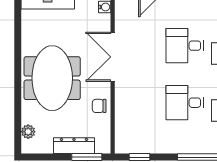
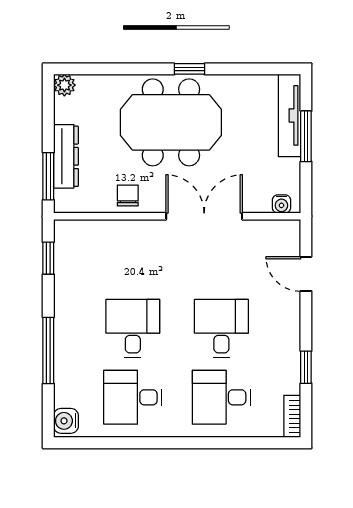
window: (18, 66) -> (189, 69), added
plant: (28, 132) -> (64, 85), moved

